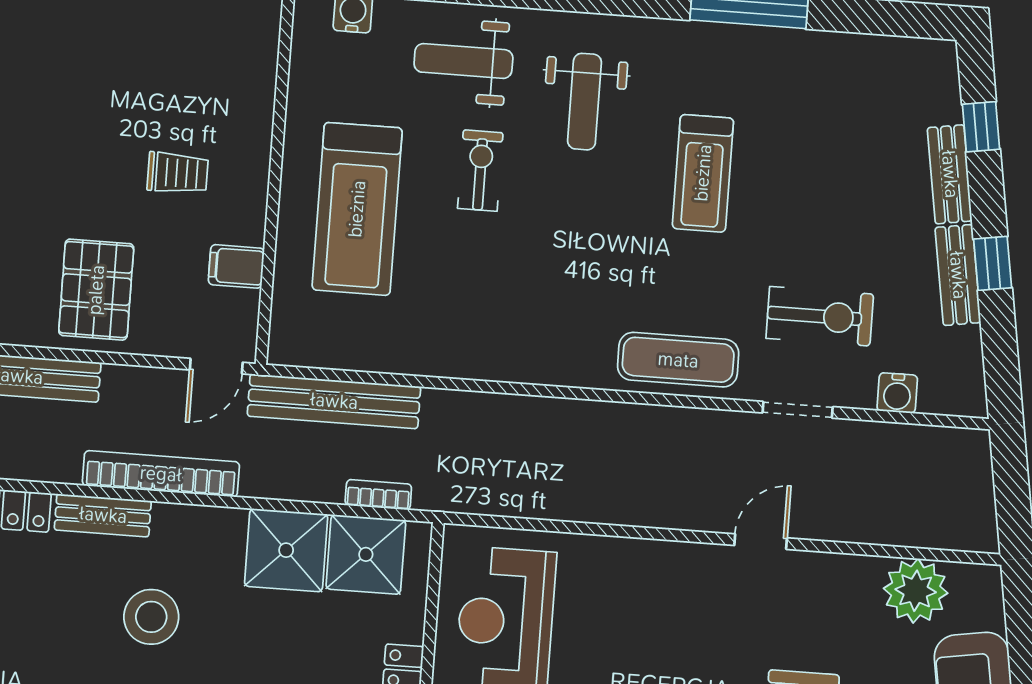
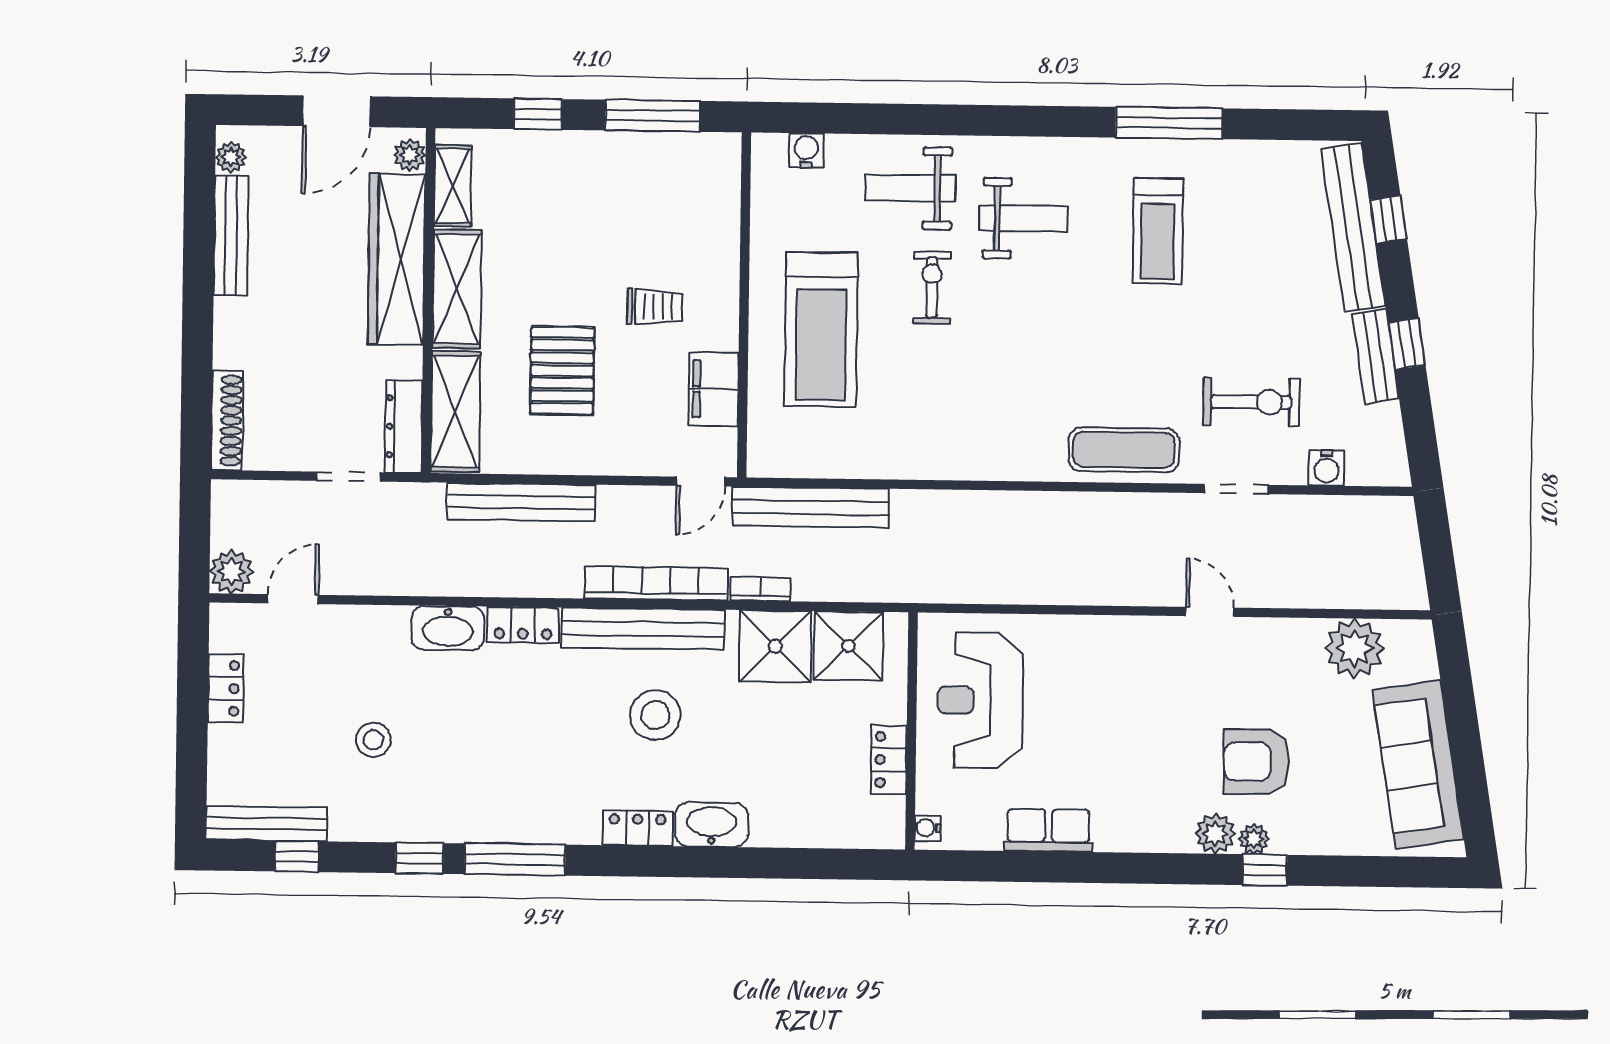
weight bench: (584, 102) -> (1024, 218), turned -90
treadmill: (703, 173) -> (1158, 231), moved
bench: (950, 174) -> (1353, 227), width x1.86, depth x1.21
filing cabinet: (236, 266) -> (714, 389), width x2.00
pallet: (96, 290) -> (562, 370), moved
bookcase: (378, 495) -> (761, 589), moved
bench: (103, 515) -> (643, 629), width x1.86, depth x1.21
door: (761, 542) -> (1210, 612), hinge flipped

